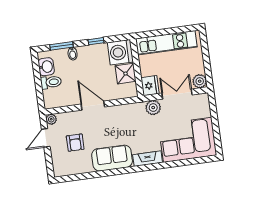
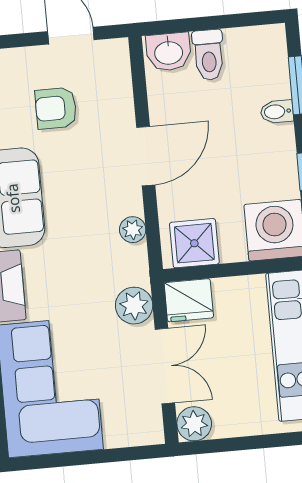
washbasin: (46, 67) -> (169, 52), moved
shower: (126, 74) -> (194, 243), moved
plant: (51, 119) -> (133, 230), moved

